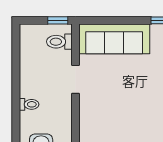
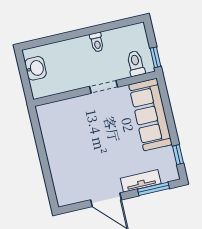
toilet: (29, 104) -> (97, 42), moved

